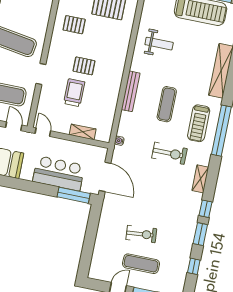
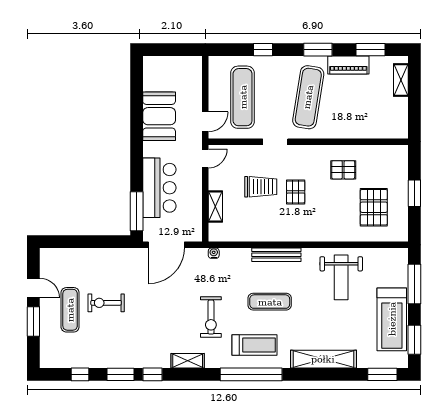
pallet: (74, 25) -> (343, 170), turned 90
weight bench: (159, 44) -> (341, 277), width x1.36, depth x1.33
treadmill: (199, 123) -> (254, 345), turned 180
exercise bike: (141, 234) -> (106, 303), turned 95

